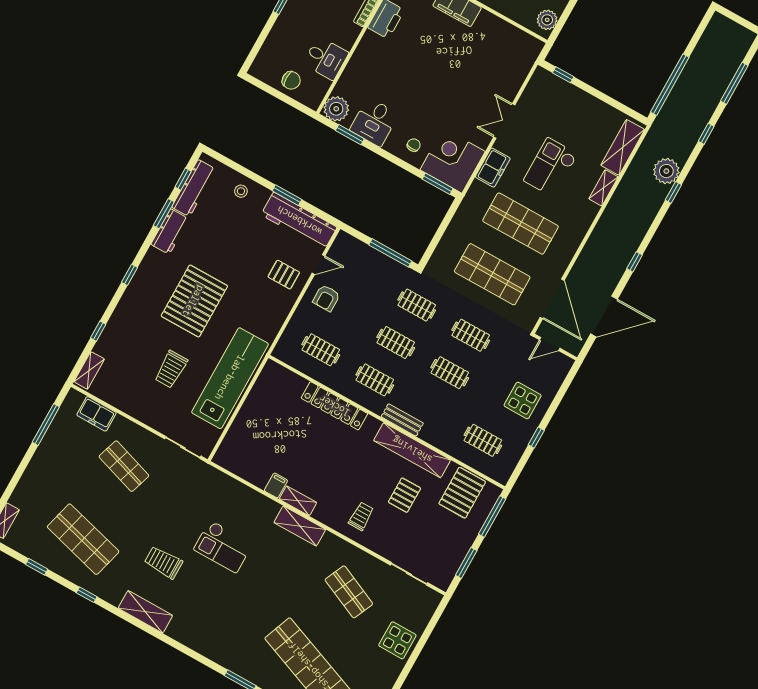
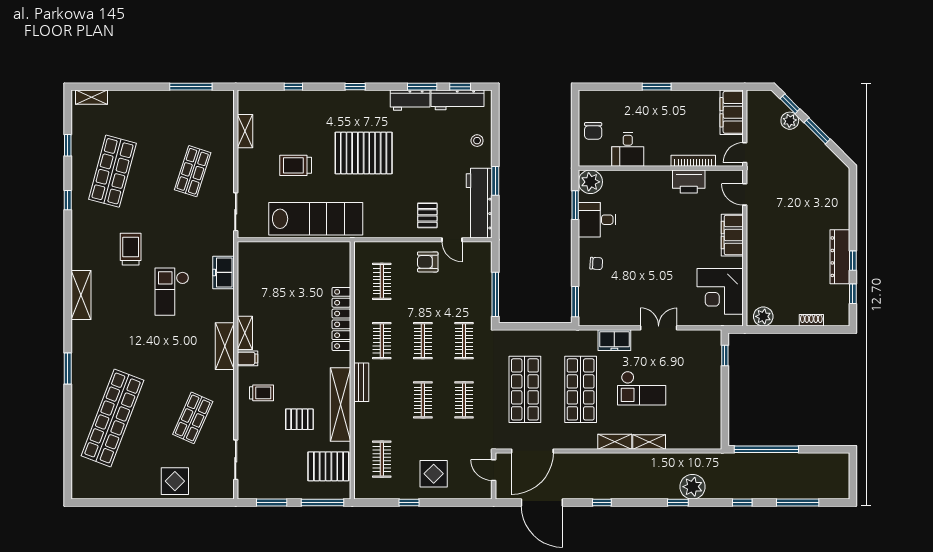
shelving: (623, 147) -> (615, 442), moved, width x0.67, depth x0.75
corner desk: (453, 161) -> (720, 291), moved, turned 180
checkout: (551, 167) -> (642, 388), turned 180
shelving: (89, 370) -> (245, 131), moved, turned 90
freezer: (96, 414) -> (224, 272), moved
filing cabinet: (276, 485) -> (248, 358), moved
shelving: (145, 612) -> (81, 295), moved

